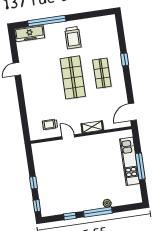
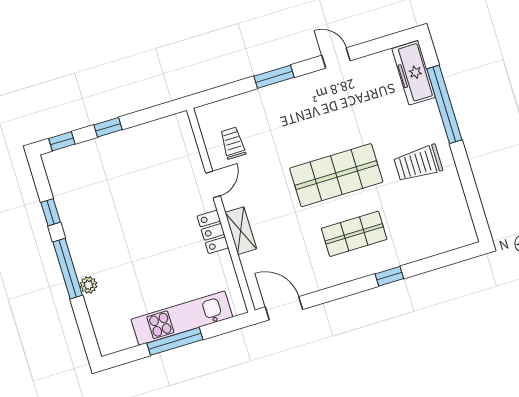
window: (21, 100) -> (274, 77), added
locker: (91, 140) -> (213, 232), added

